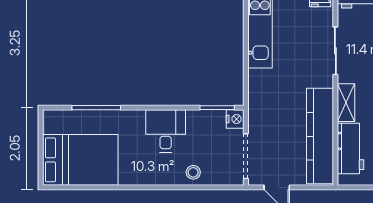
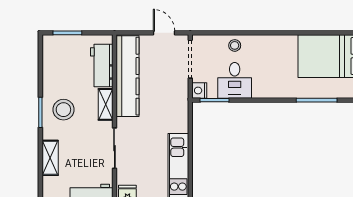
desk: (166, 131) -> (235, 80), moved

